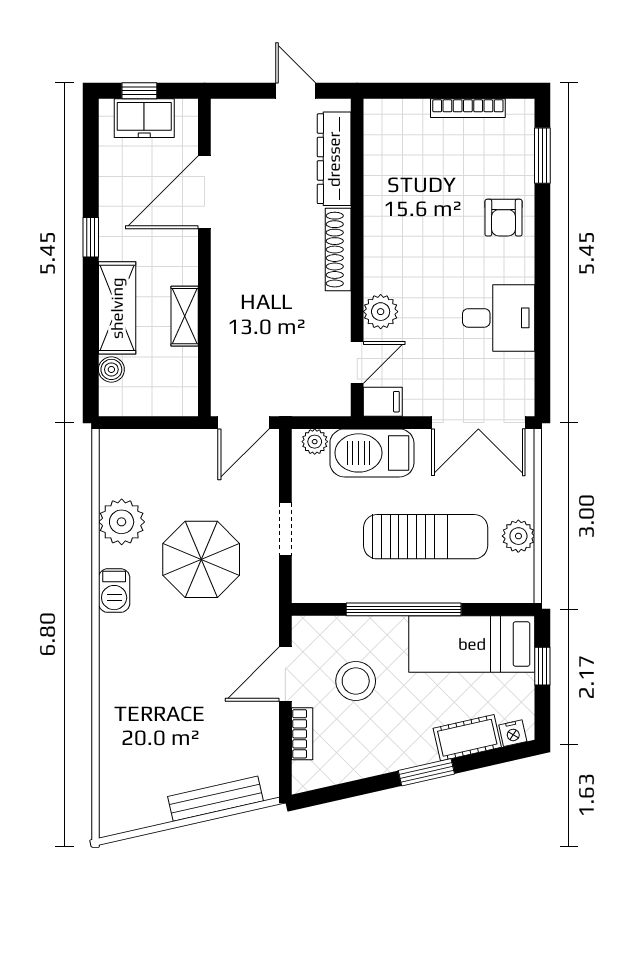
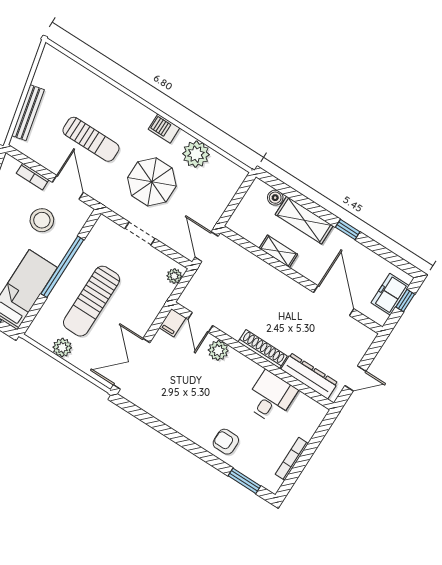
desk: (499, 318) -> (271, 397), moved, turned 180
barbecue: (372, 453) -> (150, 301), removed
sun lounger: (196, 685) -> (91, 139), added

